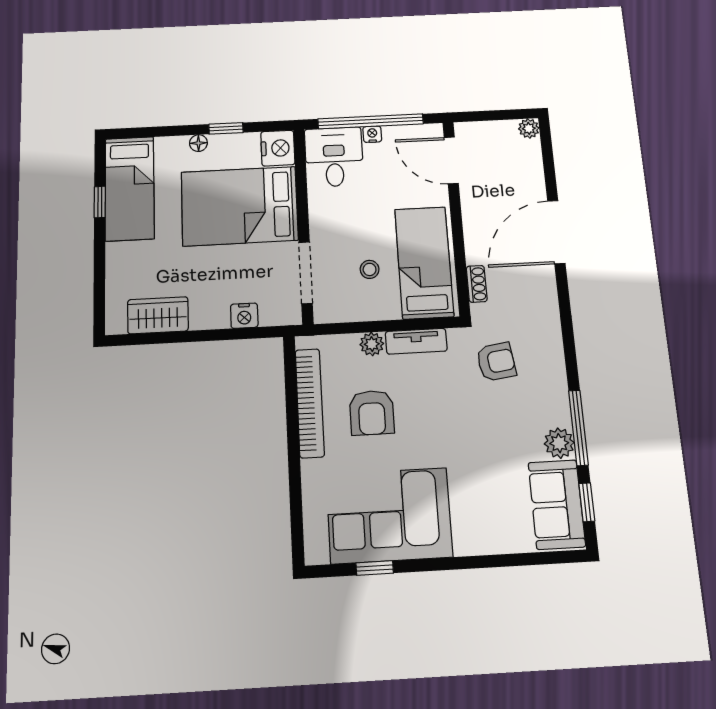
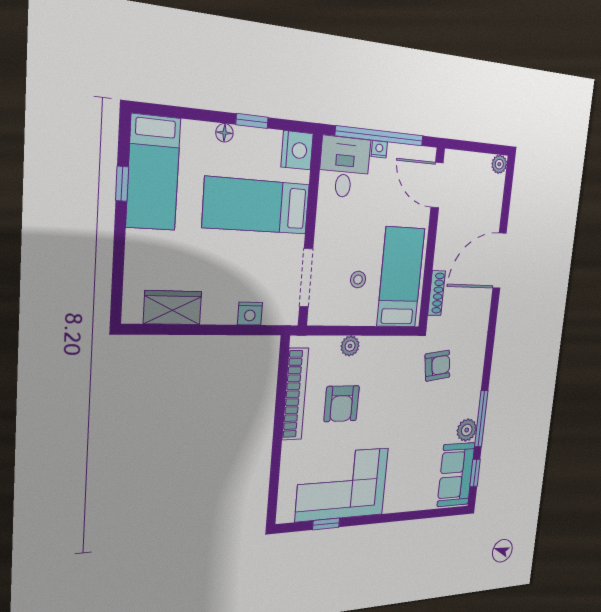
bed: (240, 206) -> (256, 206), width x0.67
shoe rack: (477, 284) -> (436, 293), width x1.43
tv unit: (416, 341) -> (384, 346), removed

